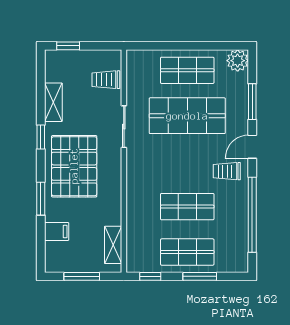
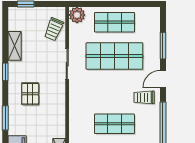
plant: (238, 61) -> (77, 15), moved
trolley: (106, 80) -> (54, 29), turned -67
pallet: (74, 166) -> (30, 94), width x0.49, depth x0.50

